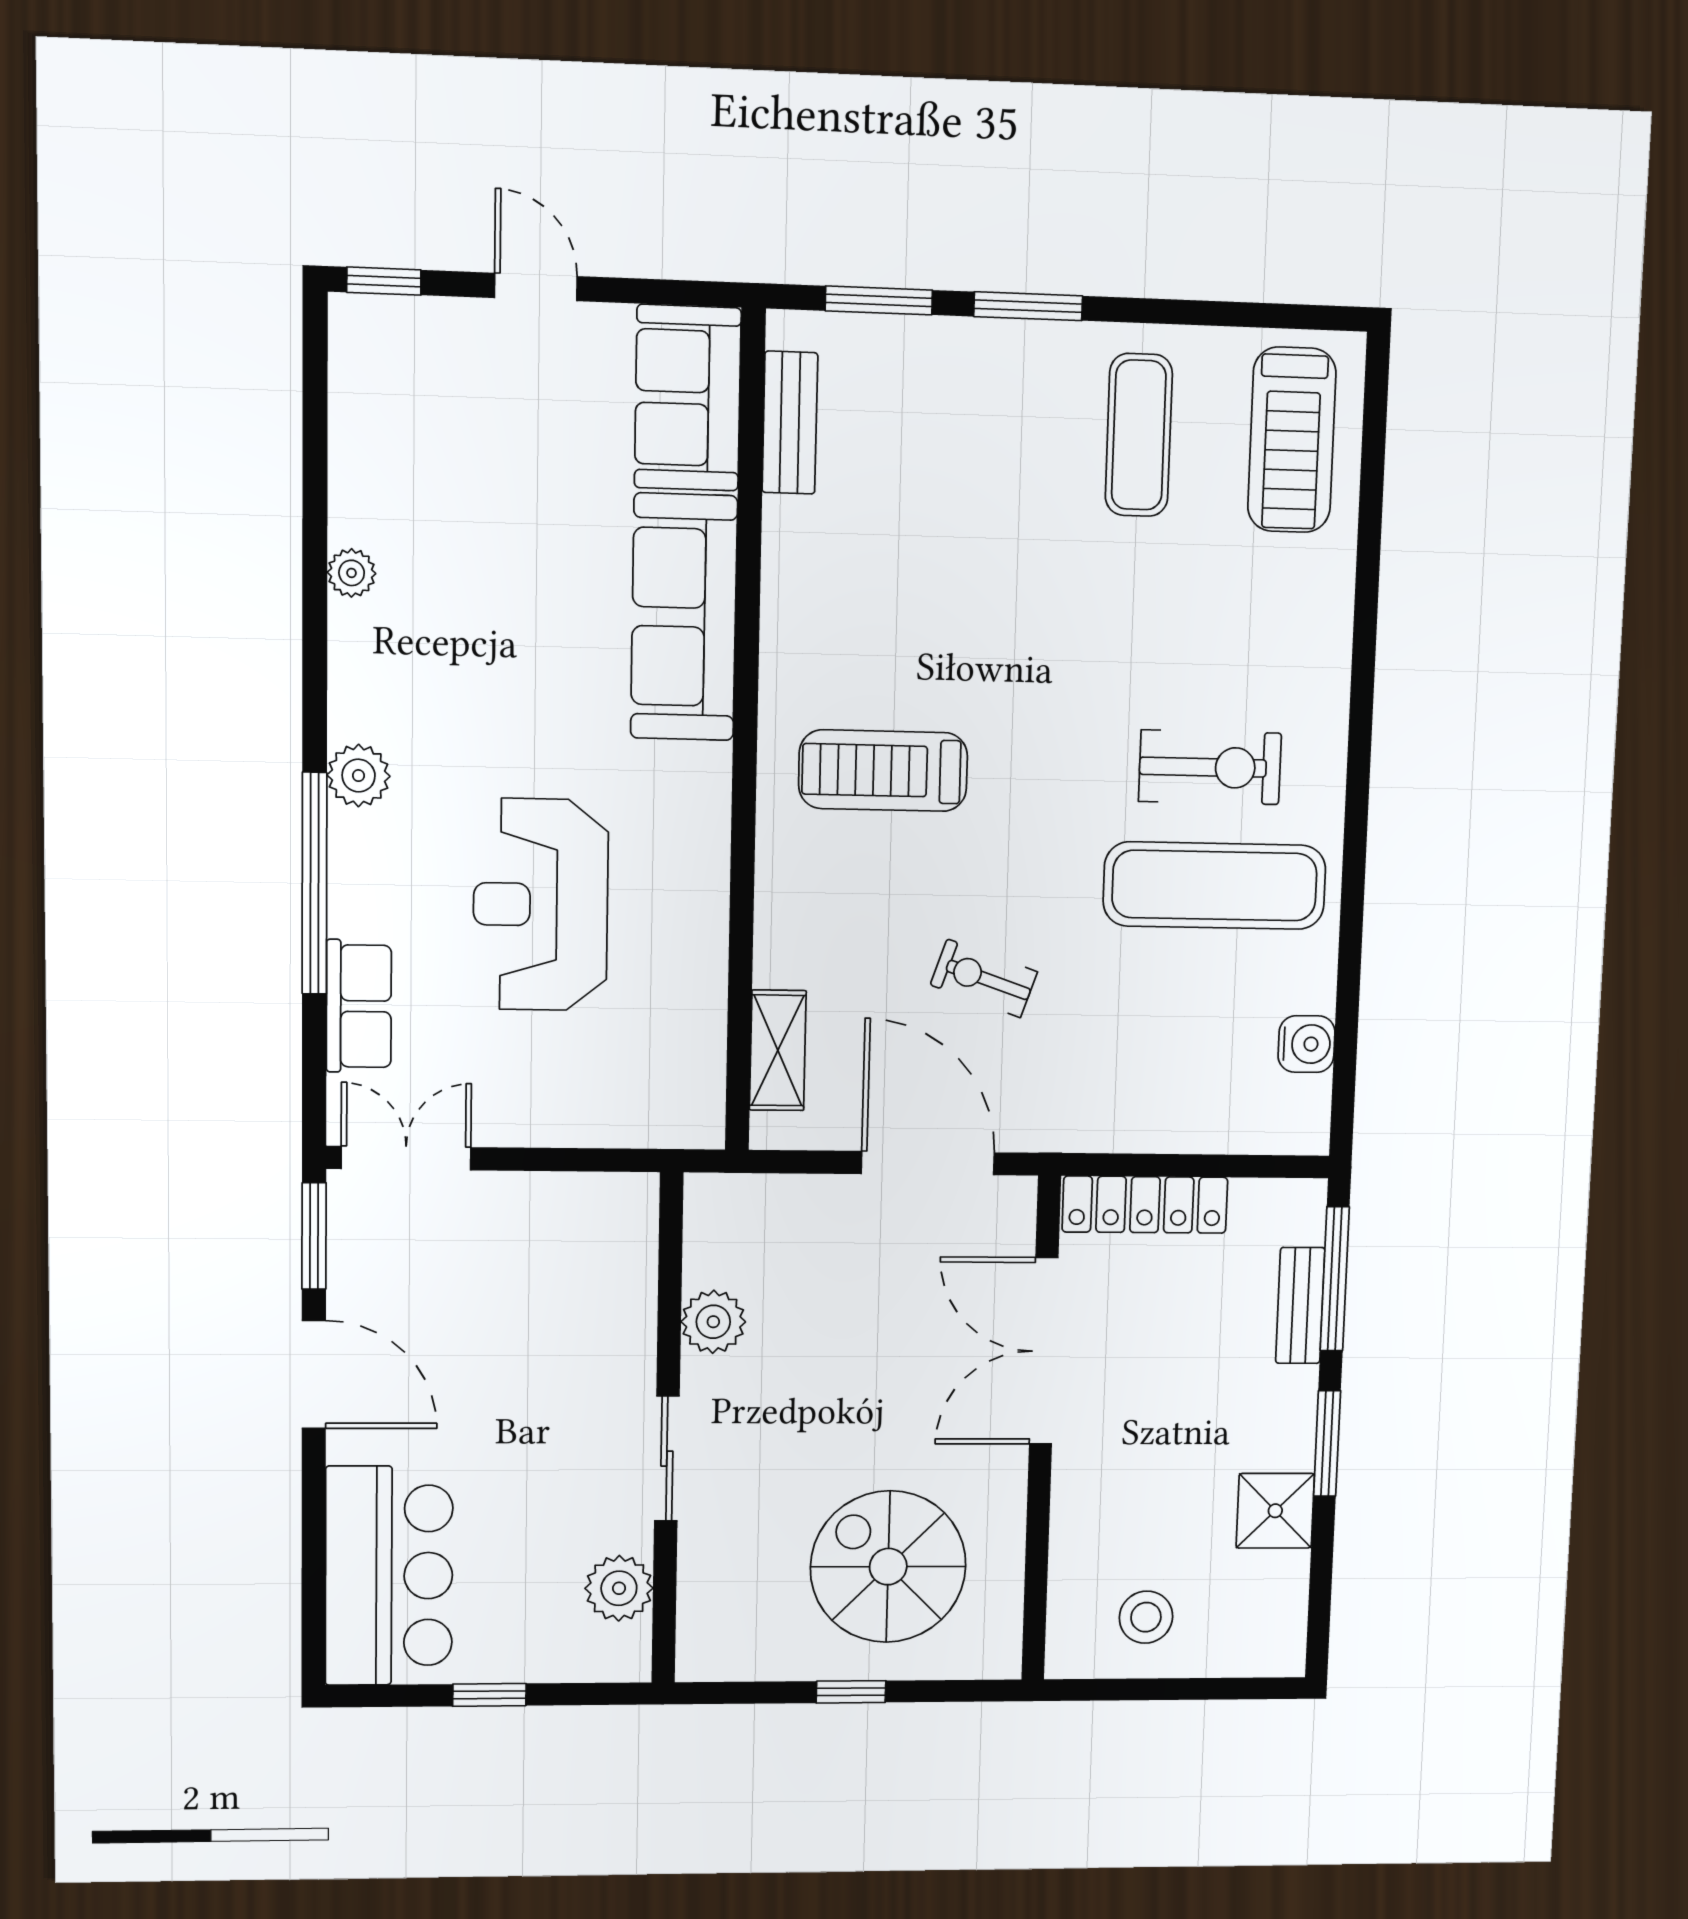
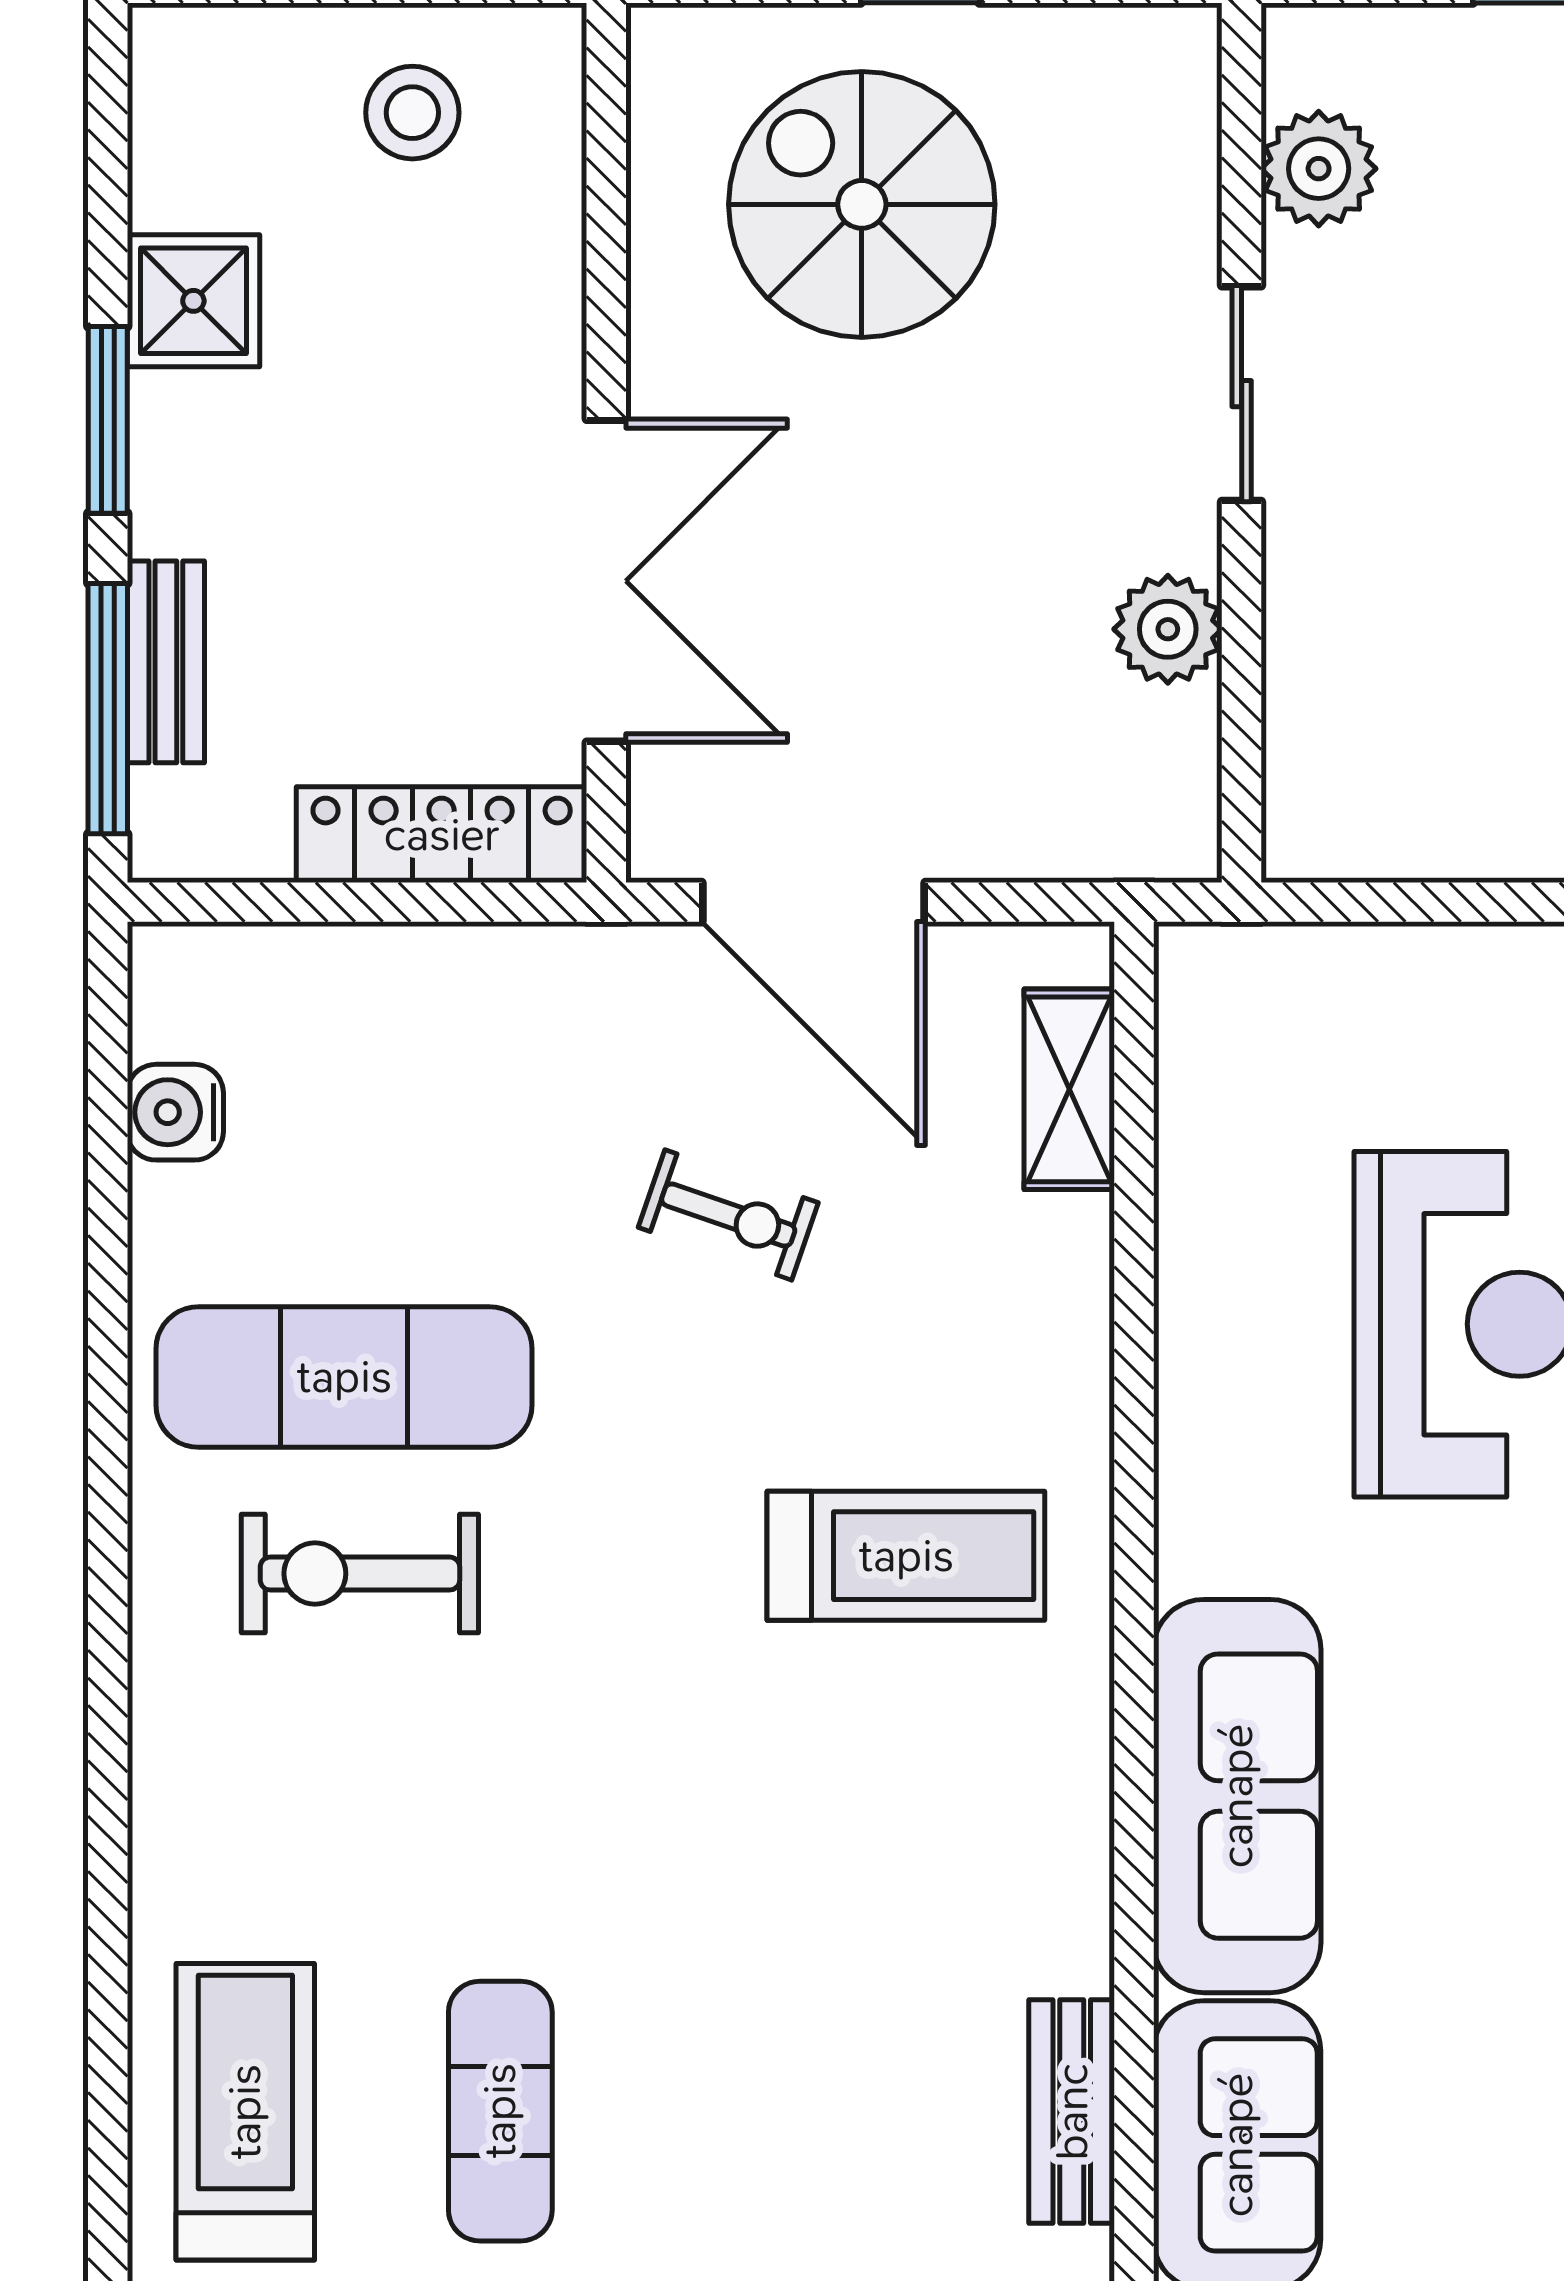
spiral stairs: (888, 1567) -> (862, 204), turned 180

